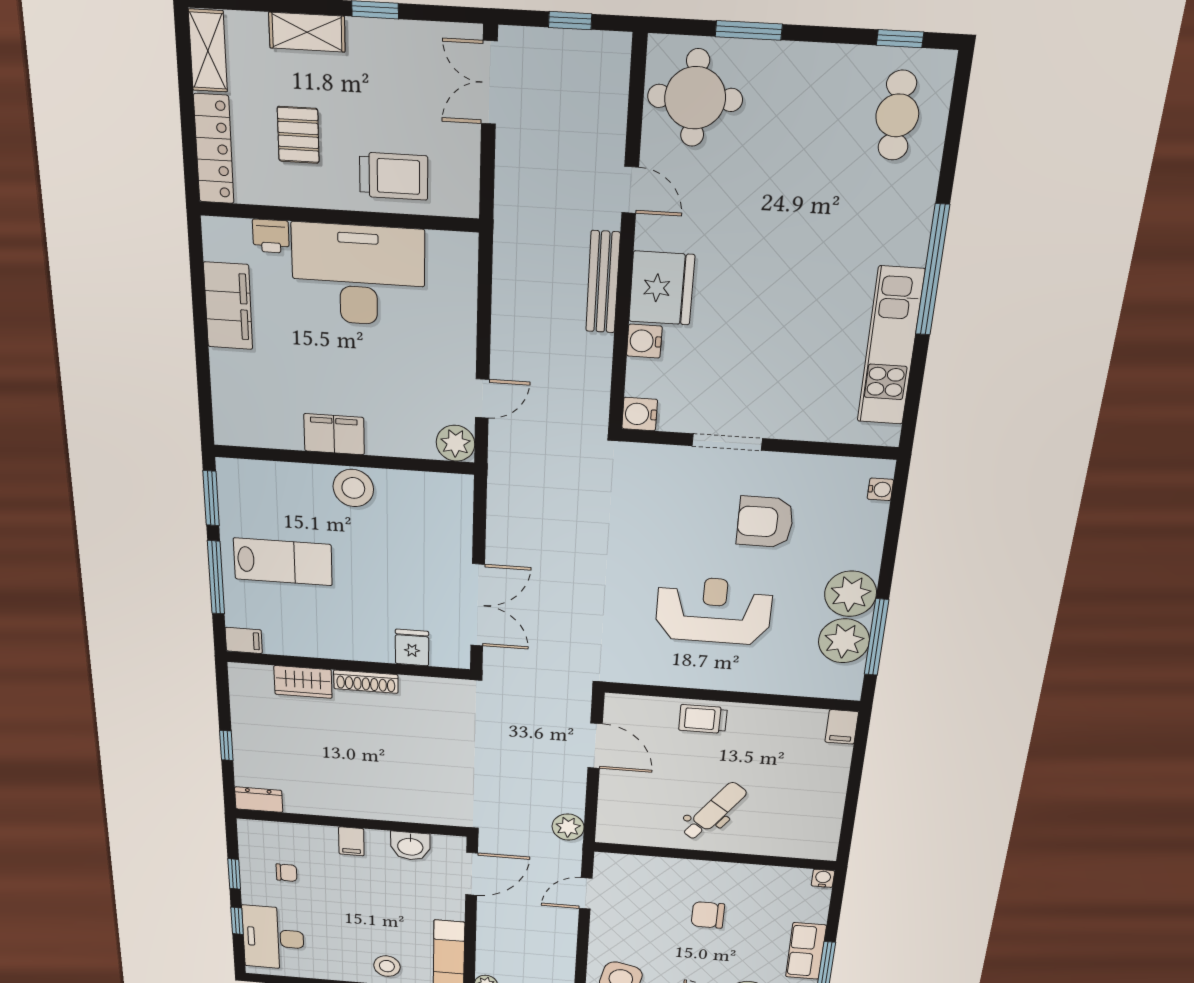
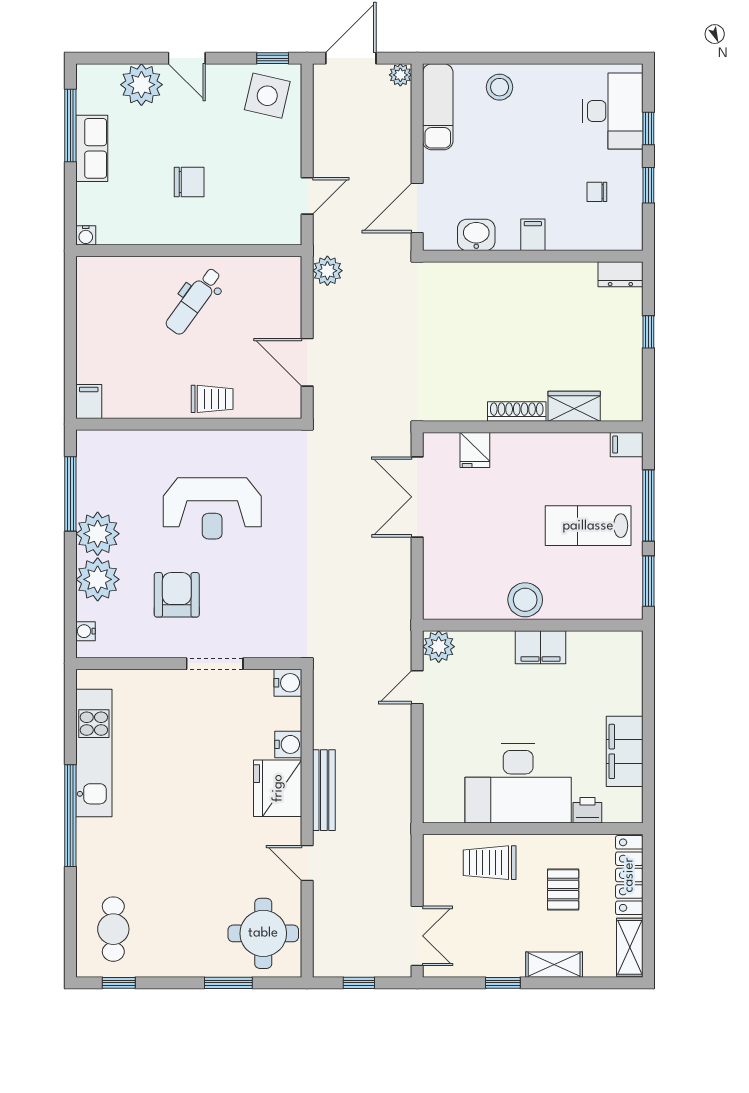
armchair: (765, 522) -> (177, 595), turned -90
plant: (844, 641) -> (98, 579), moved

